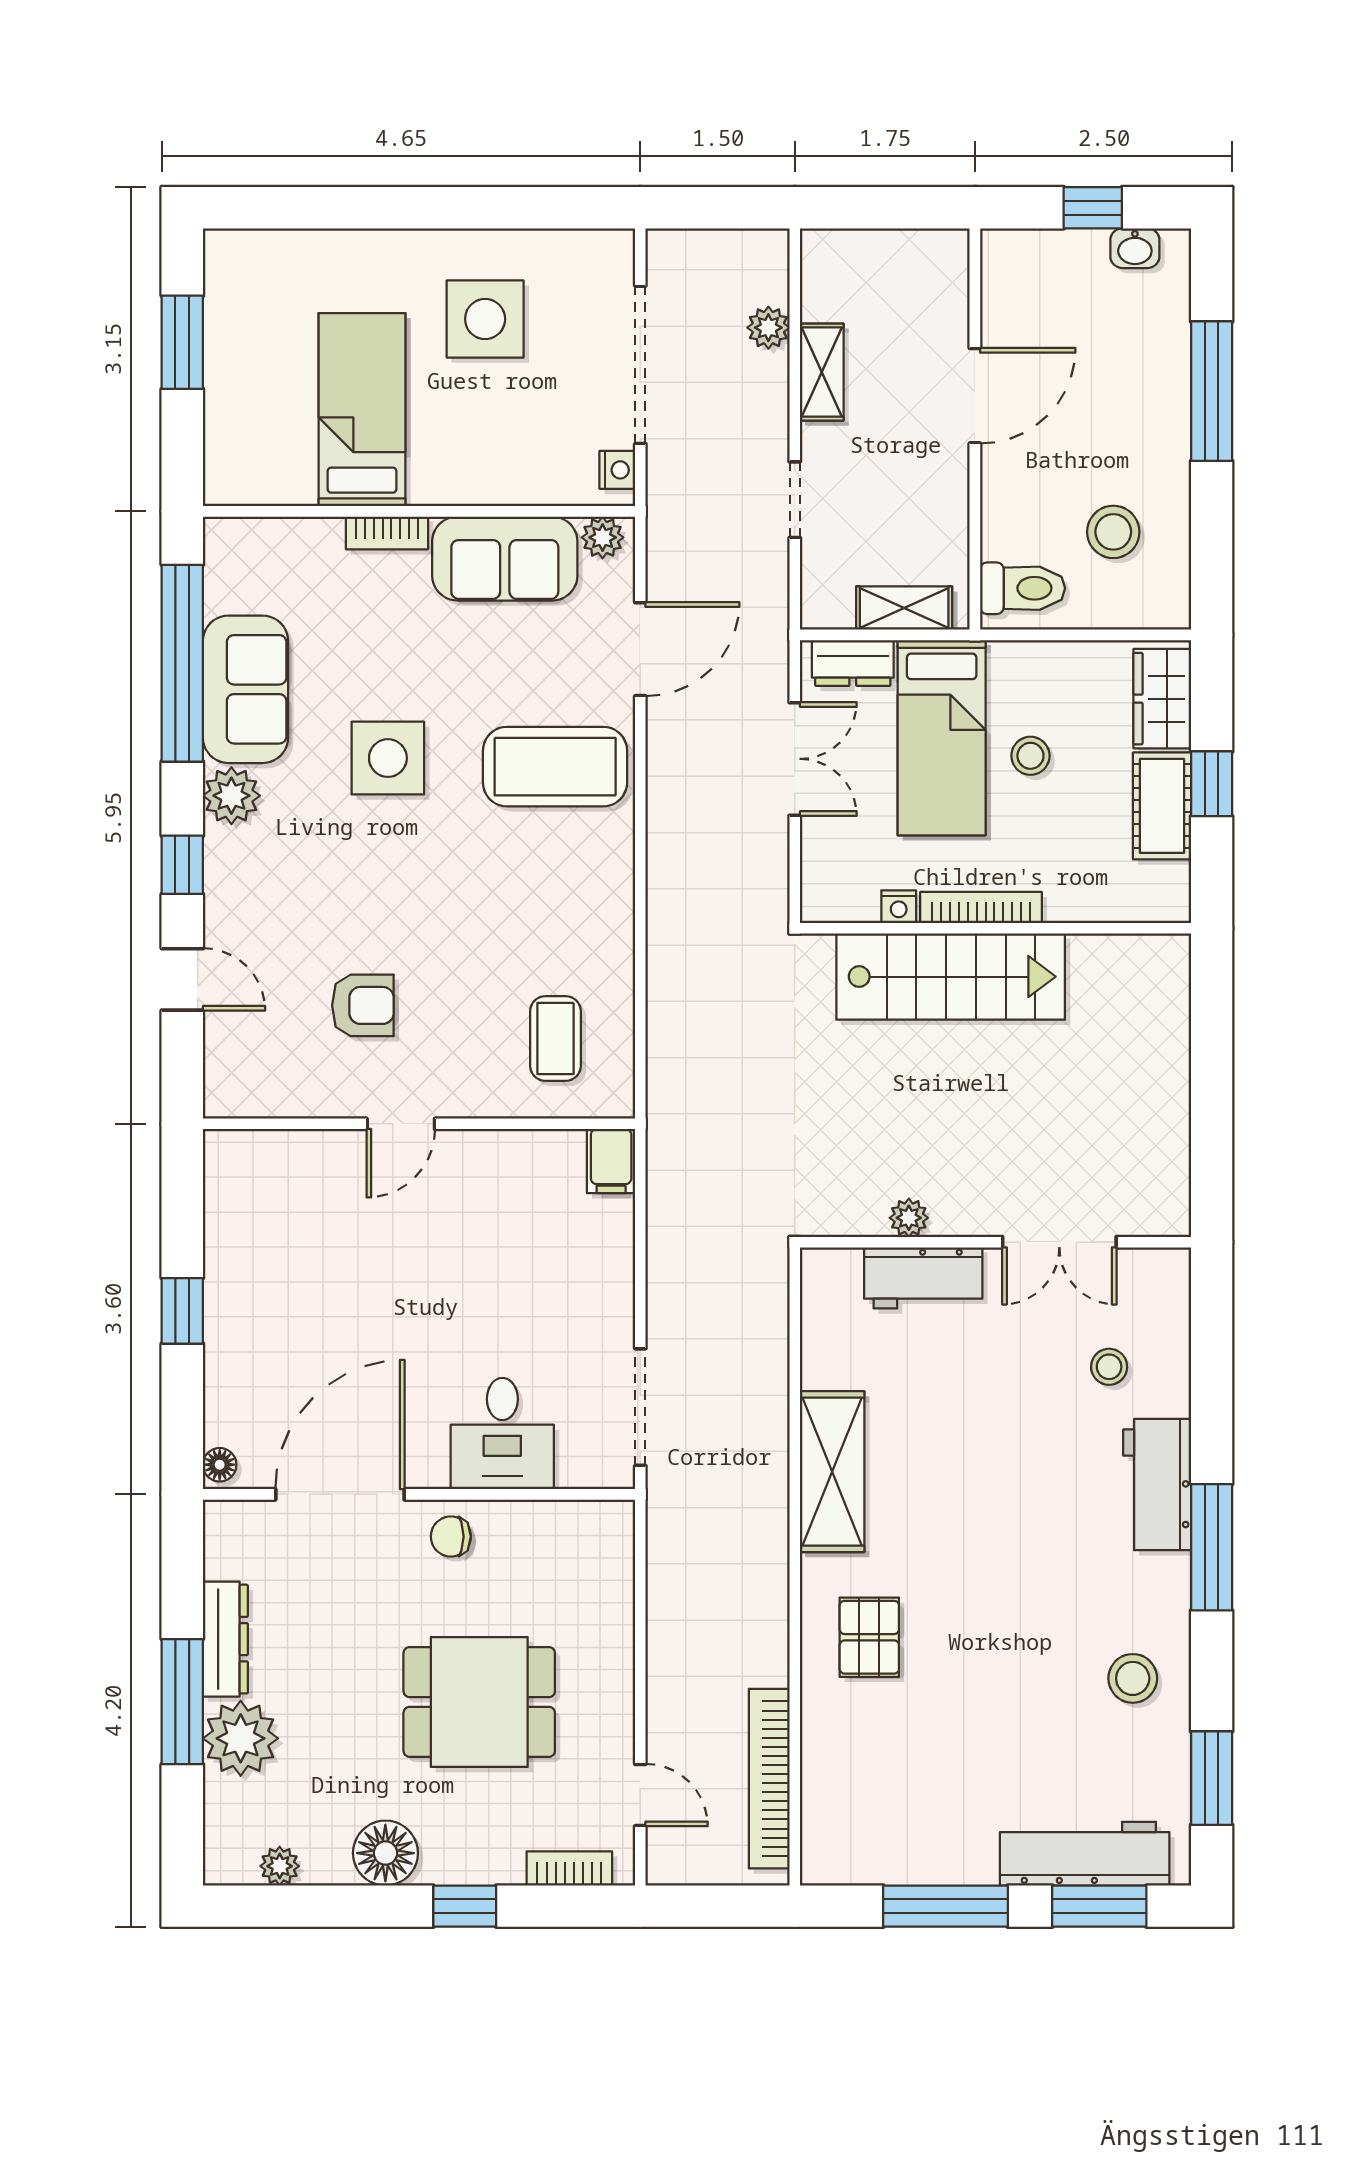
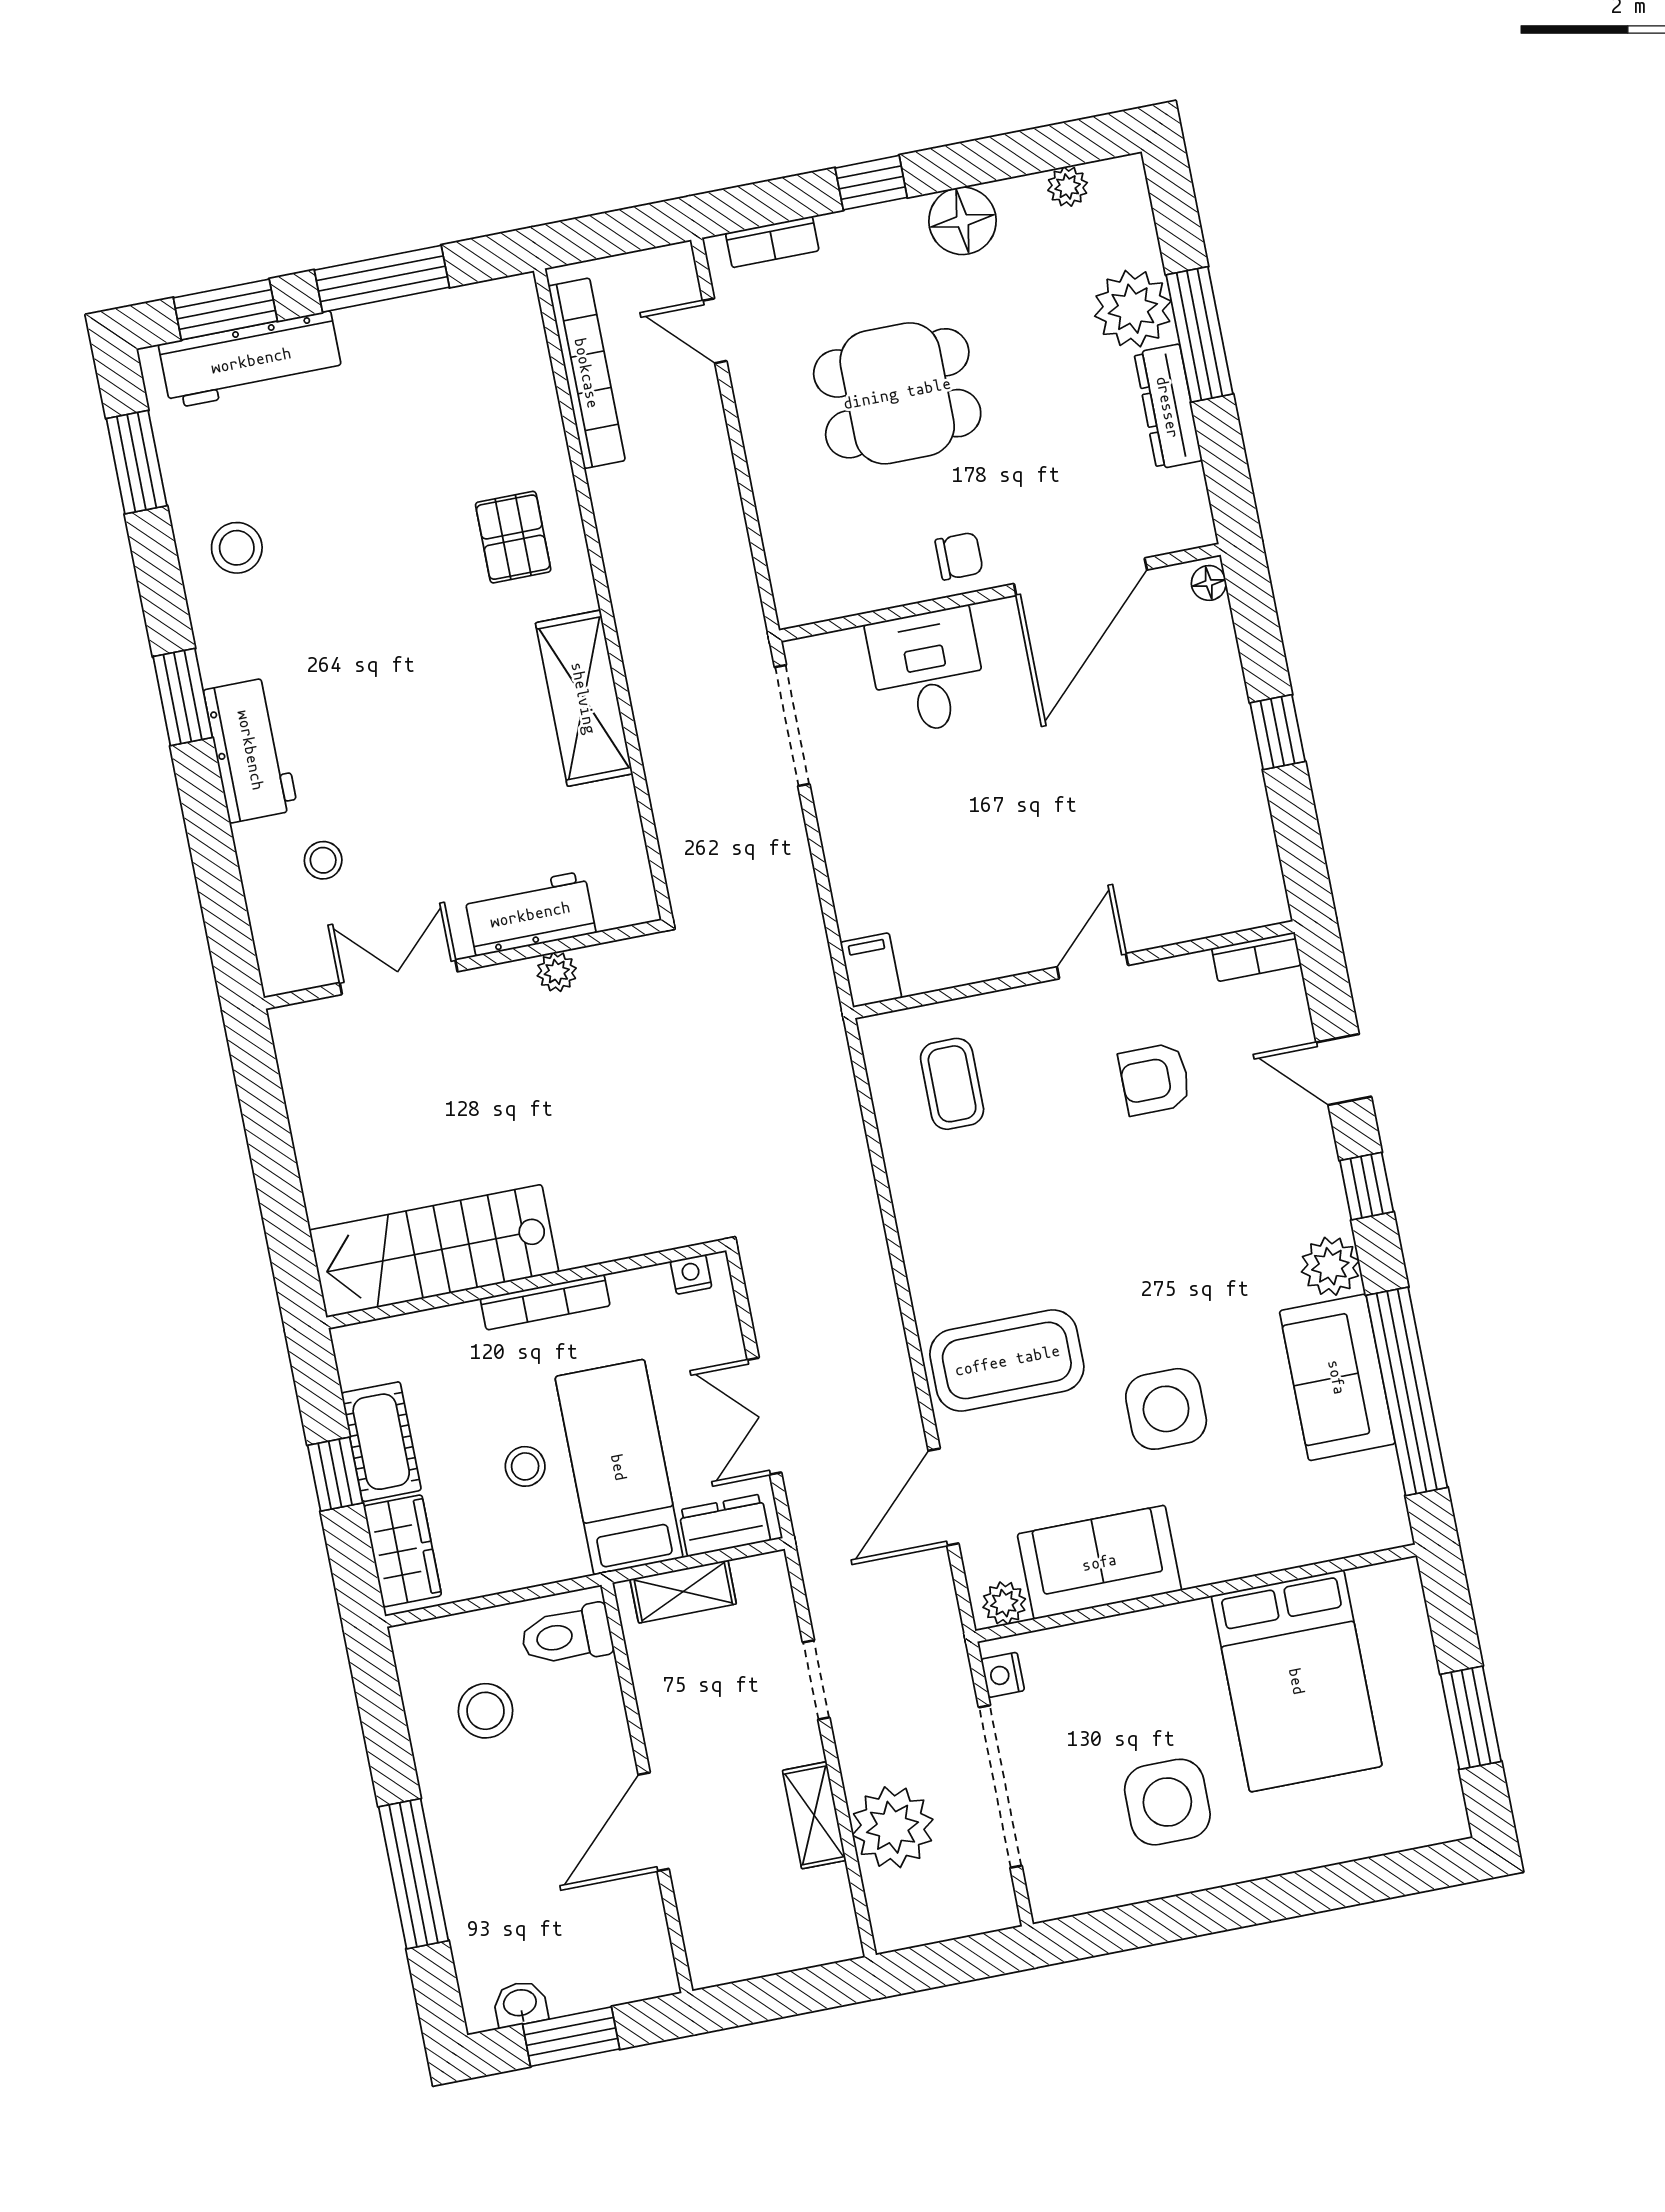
window: (1093, 208) -> (571, 2037), width x1.50
plant: (768, 328) -> (893, 1827), width x1.88, depth x1.88
bed: (362, 410) -> (1297, 1681), width x1.50
bookcase: (387, 533) -> (1256, 957), moved, turned 180
side table: (388, 758) -> (1166, 1409), moved
nightstand: (899, 907) -> (691, 1274), moved
stairs: (951, 977) -> (434, 1251), moved
window: (1212, 1547) -> (183, 697), width x0.69

